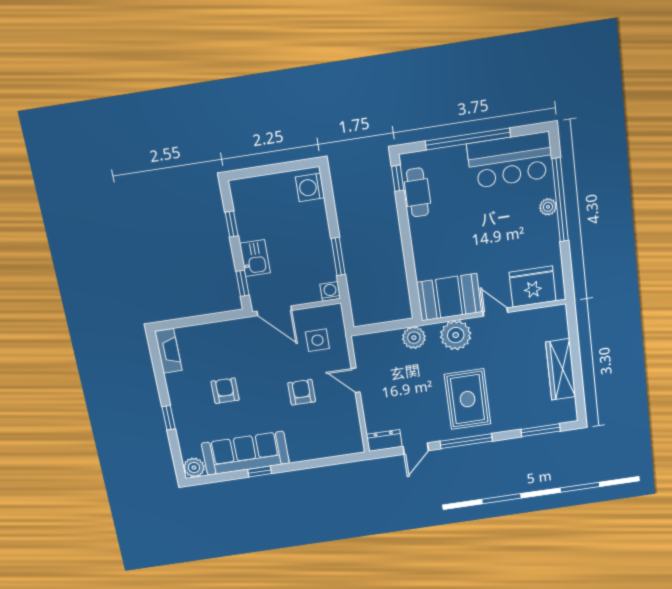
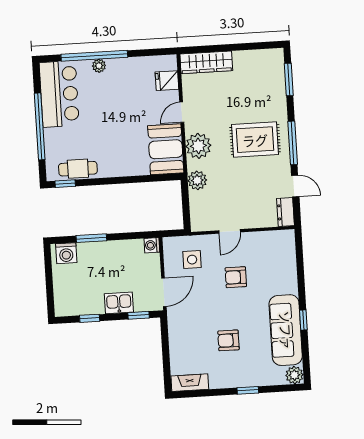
window: (338, 257) -> (91, 238), moved
fridge: (533, 287) -> (167, 81), width x0.53, depth x0.75
wardrobe: (561, 369) -> (206, 62), moved

